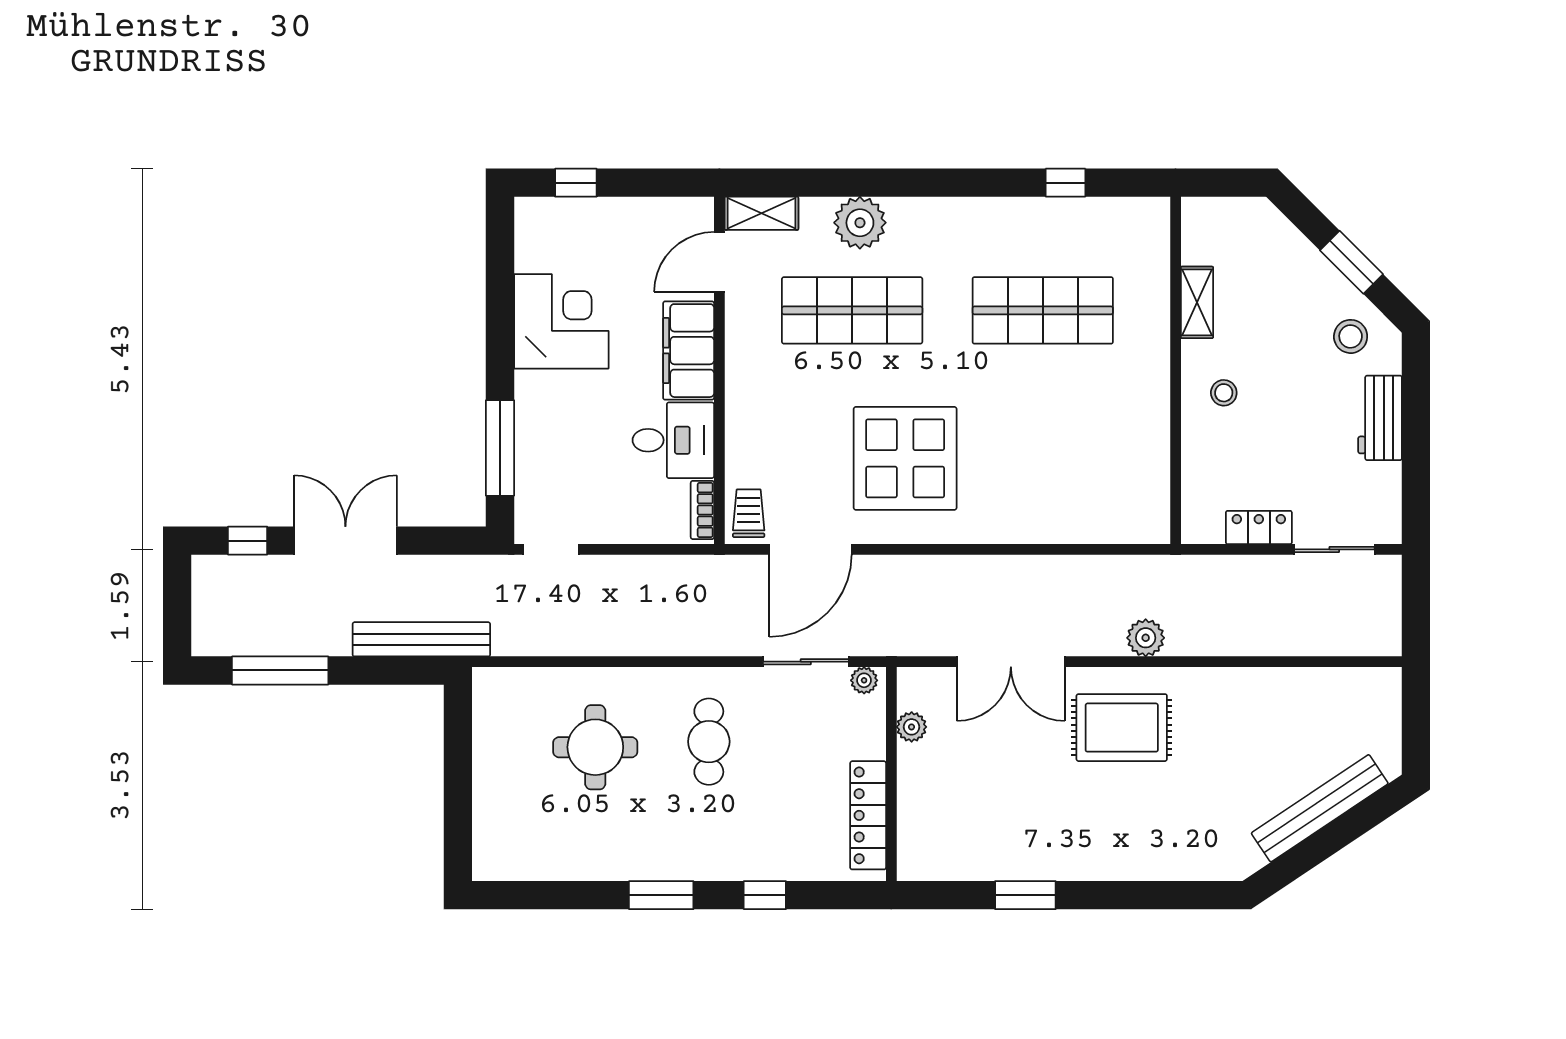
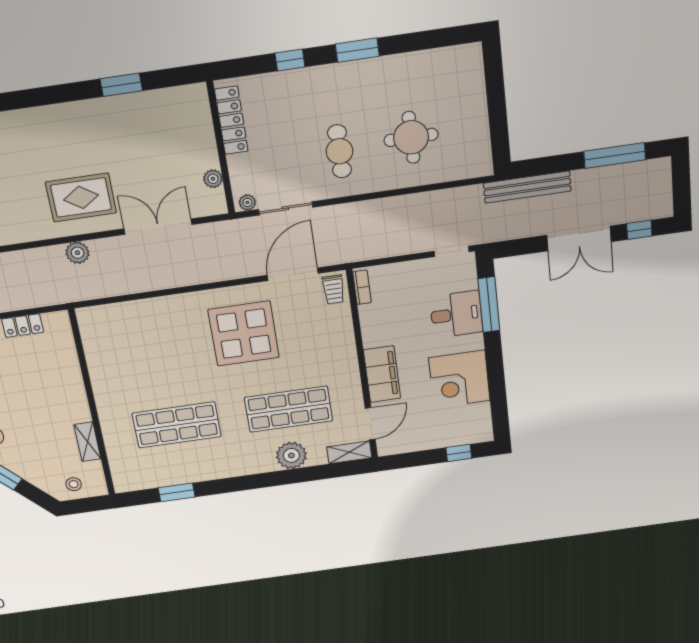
window: (1065, 183) -> (177, 492), width x1.50
stool: (1224, 393) -> (74, 484), moved
desk: (673, 440) -> (456, 314), moved, turned 180

